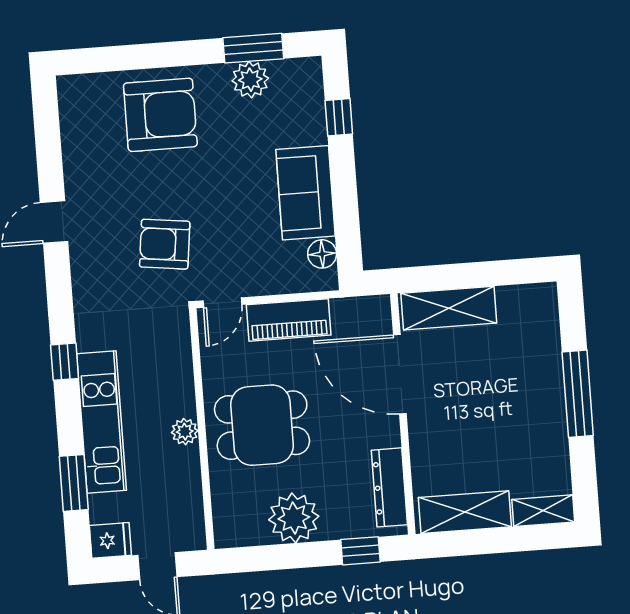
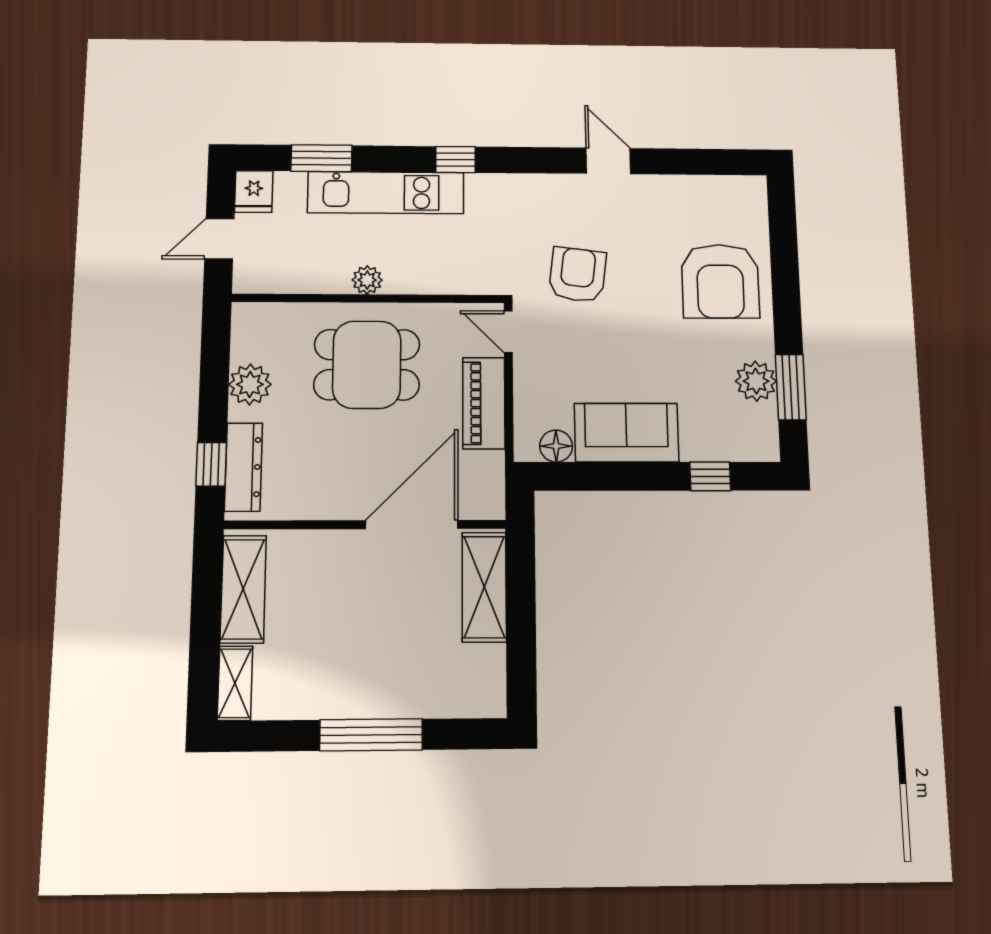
dining table: (262, 425) -> (367, 365), turned 90
dresser: (389, 487) -> (243, 467), moved, turned 90
plant: (294, 518) -> (250, 384), width x0.73, depth x0.73

